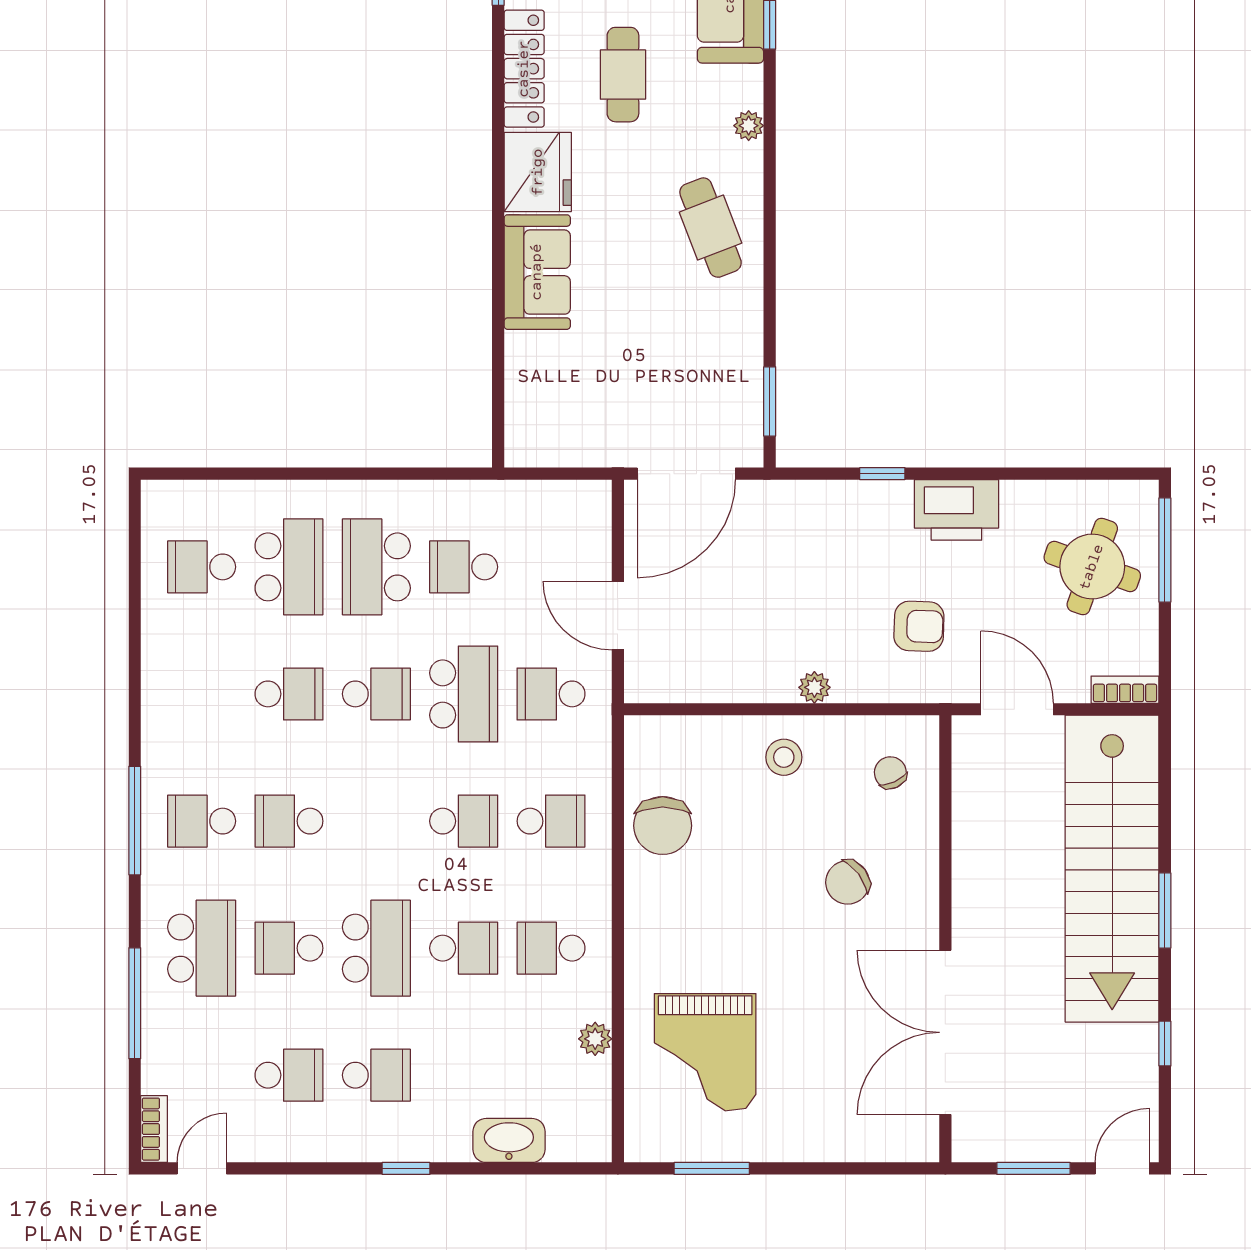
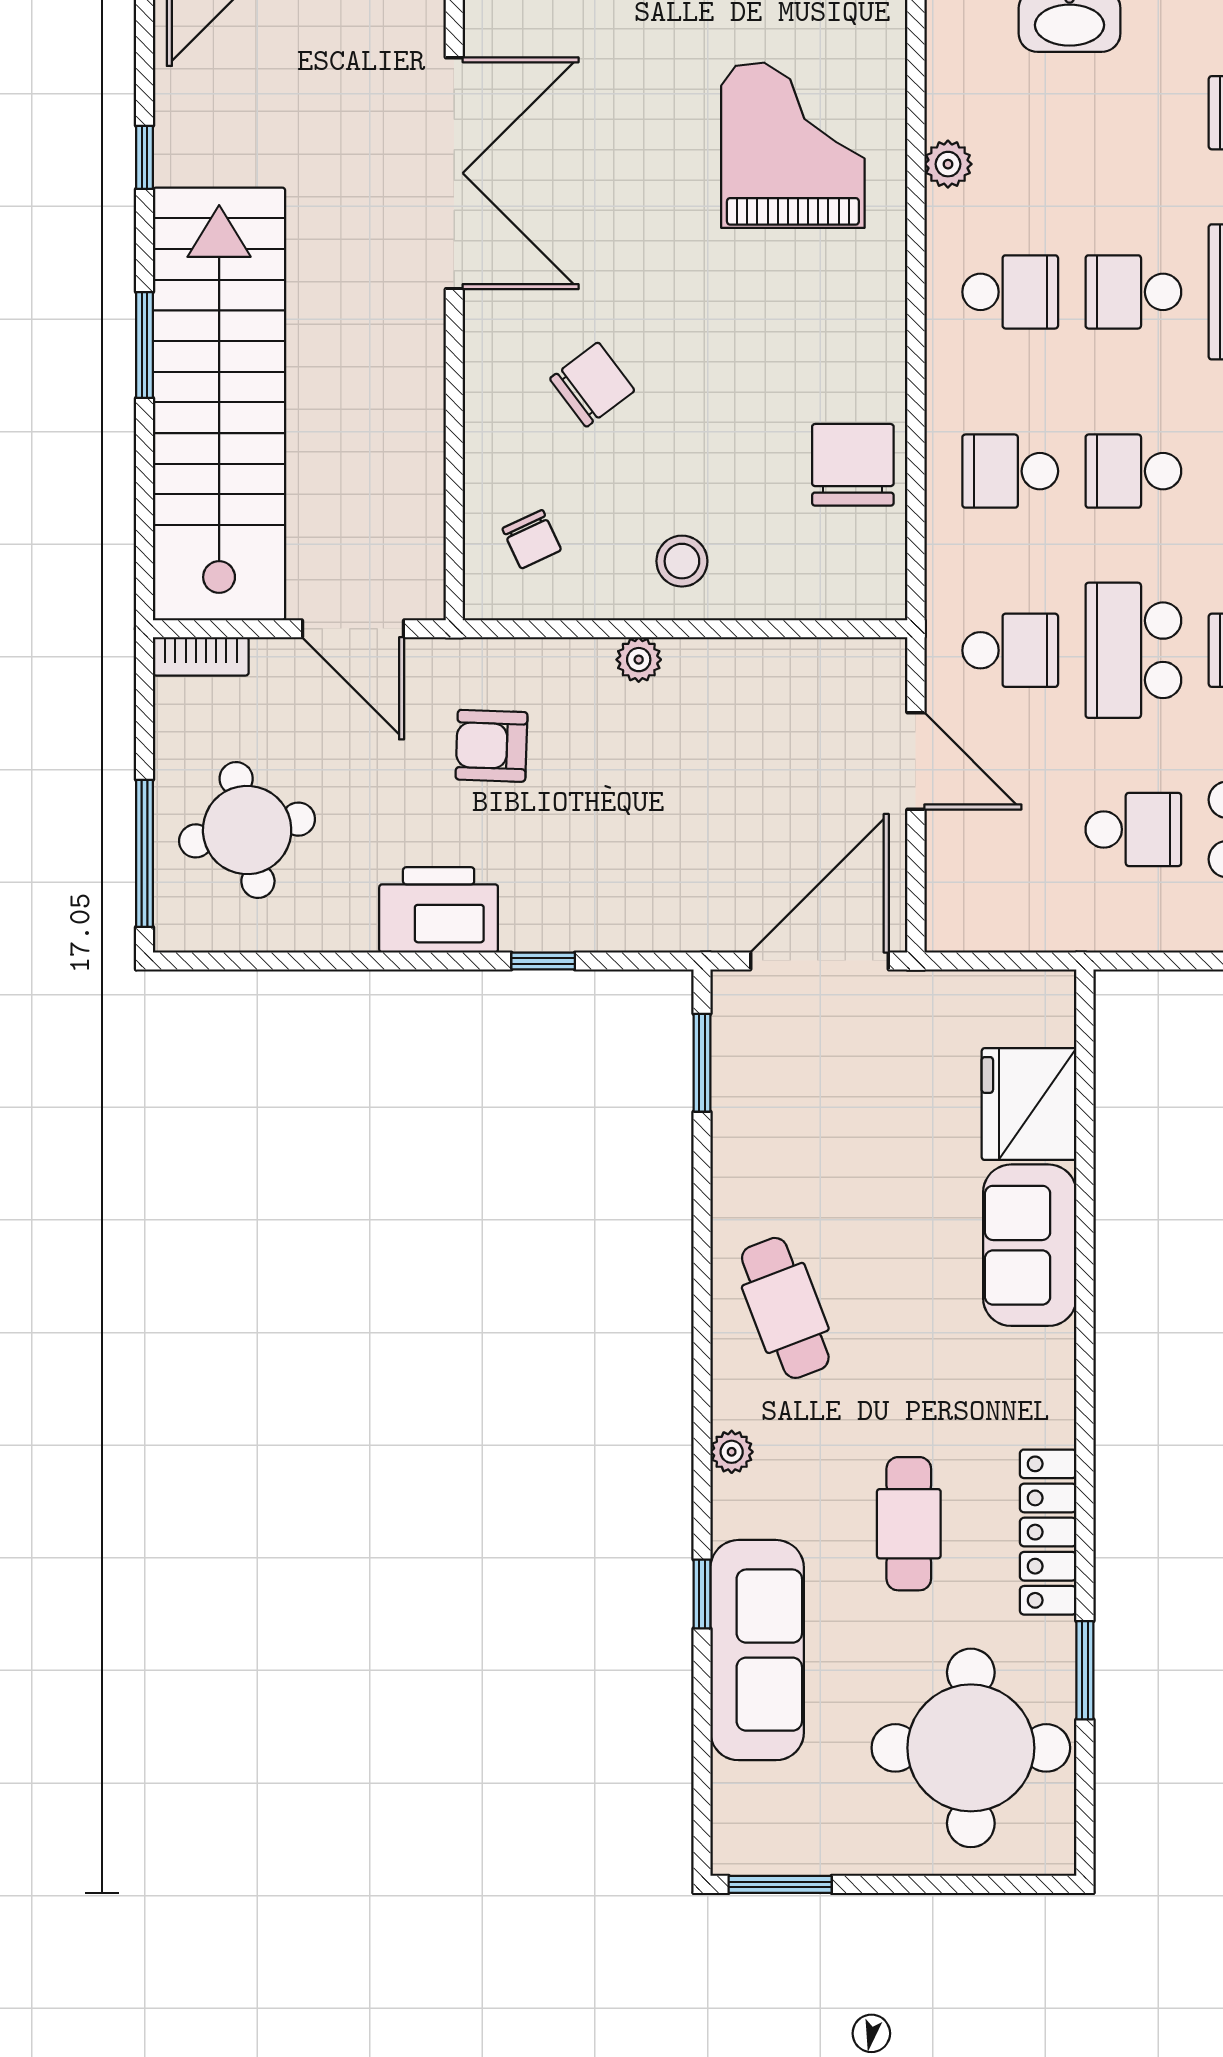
fridge: (538, 172) -> (1029, 1104), moved
round table: (1092, 567) -> (247, 830), turned -31

